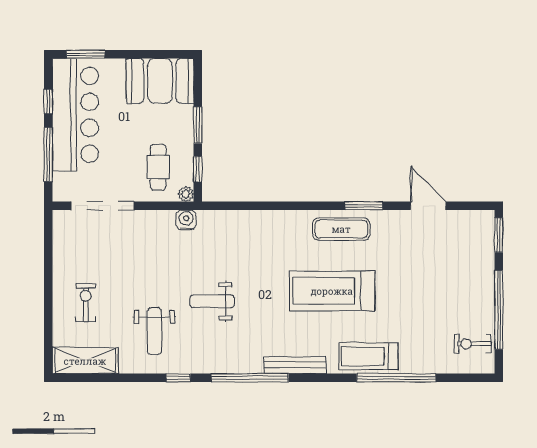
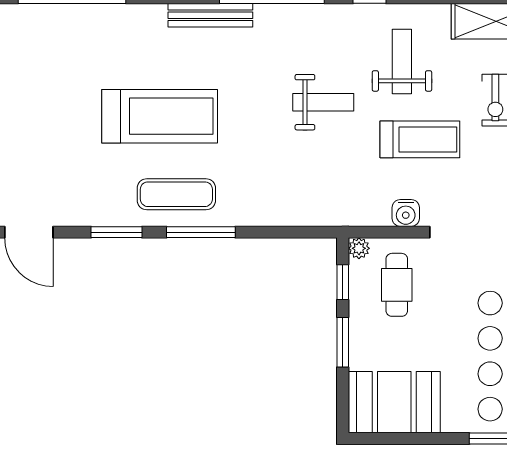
window: (302, 206) -> (201, 232), added
water cooler: (186, 220) -> (406, 213), moved
exercise mat: (341, 229) -> (176, 194), moved
treadmill: (369, 356) -> (420, 139), moved

